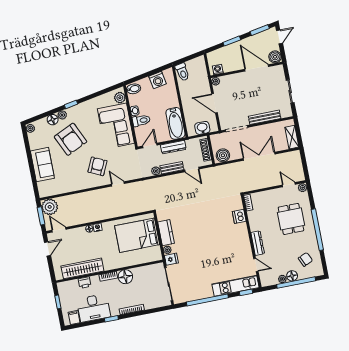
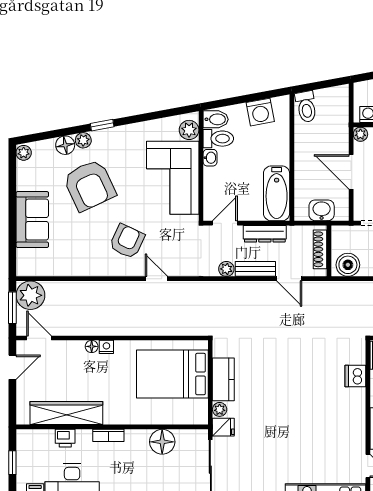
toilet: (141, 121) -> (218, 139), moved
floor lamp: (125, 277) -> (162, 442), moved

